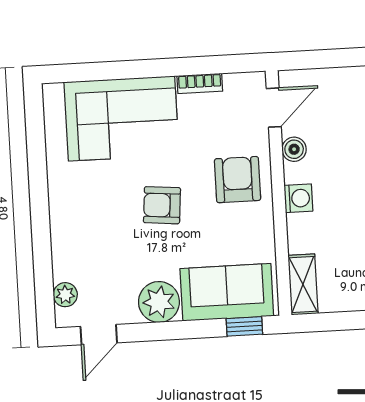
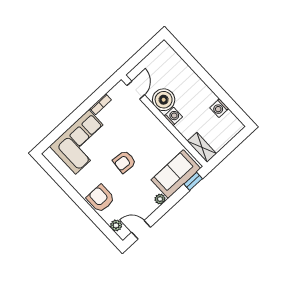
boiler: (294, 149) -> (164, 100), width x1.86, depth x1.86
armchair: (238, 180) -> (101, 198), moved
plant: (159, 302) -> (160, 199), width x0.53, depth x0.53
door: (99, 335) -> (141, 230), swing flipped

